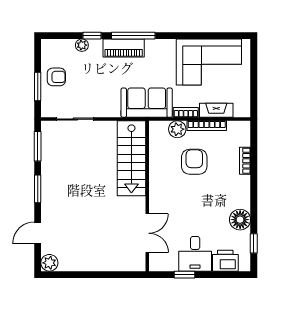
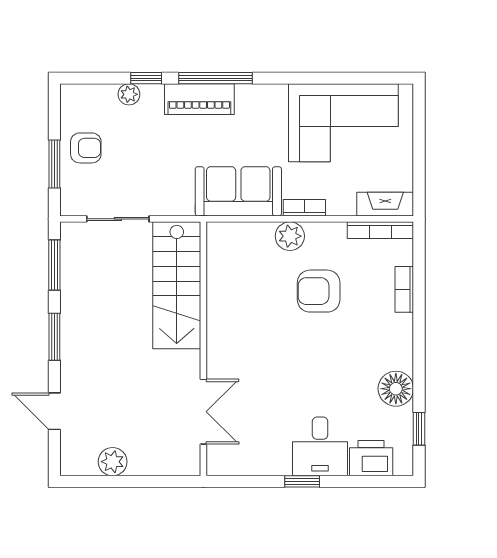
fireplace: (216, 110) -> (385, 204), moved
bookcase: (207, 126) -> (380, 230), moved
stairs: (131, 158) -> (177, 285), moved
armchair: (194, 162) -> (319, 291), turned -90
wall: (147, 196) -> (203, 349), moved
door: (38, 233) -> (54, 411), hinge flipped
double door: (147, 233) -> (203, 412), moved
plant: (49, 263) -> (113, 462), moved

